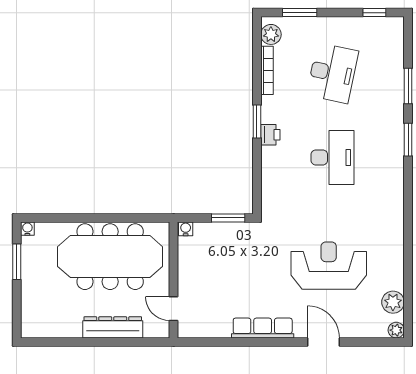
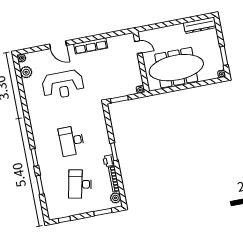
printer: (270, 135) -> (109, 161), moved
dresser: (113, 327) -> (200, 25), moved

